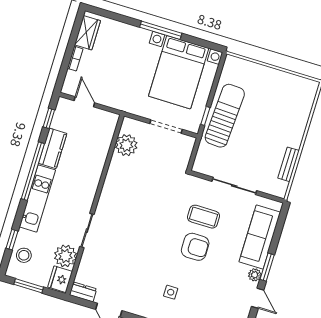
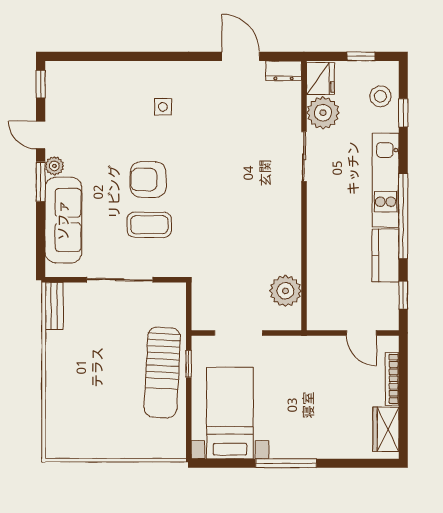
bookcase: (75, 59) -> (392, 379), width x1.56
bed with nightstands: (179, 72) -> (230, 413), width x0.73
bench: (289, 164) -> (54, 306), moved
window: (29, 286) -> (361, 56), width x0.67

